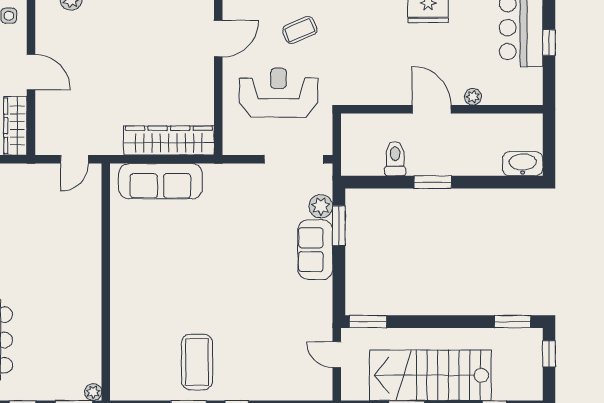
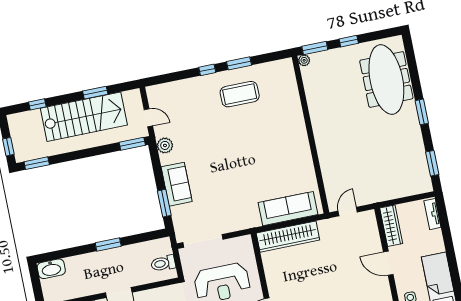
toilet: (395, 159) -> (163, 263), moved, turned 90
plant: (321, 206) -> (165, 145), moved
coffee table: (197, 362) -> (240, 94), turned 90

